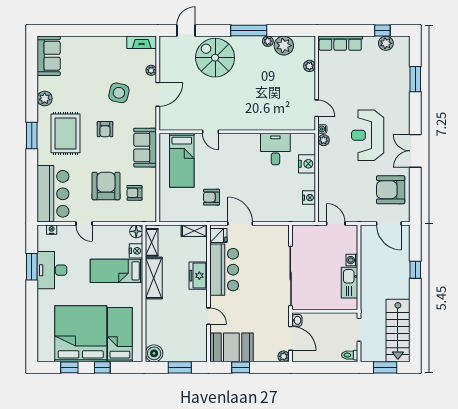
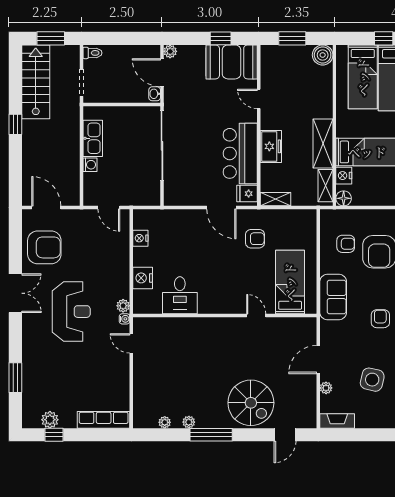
plant: (284, 46) -> (165, 422), width x0.53, depth x0.53
plant: (309, 66) -> (140, 393), removed
side table: (119, 93) -> (372, 380), moved
window: (415, 270) -> (15, 124), moved

